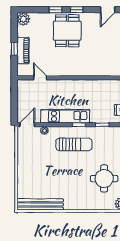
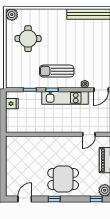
window: (56, 10) -> (96, 199), moved
dining table: (67, 31) -> (63, 179), turned 90
door: (40, 78) -> (89, 134), hinge flipped

